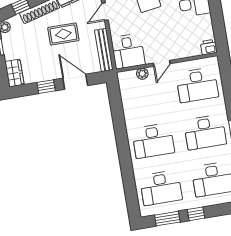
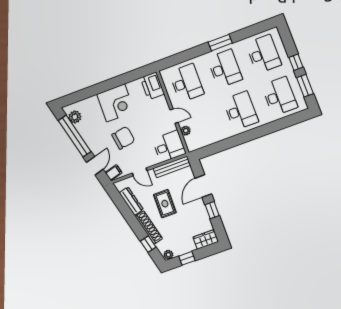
printer: (209, 47) -> (152, 86), width x1.87, depth x1.48

